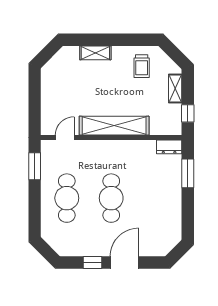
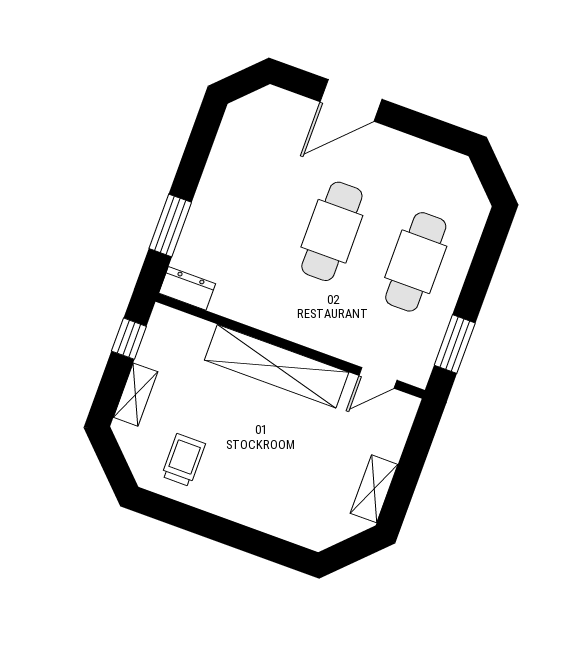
shelving: (95, 53) -> (374, 489), moved, turned 90
window: (93, 262) -> (411, 122), removed

